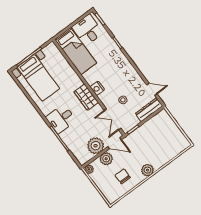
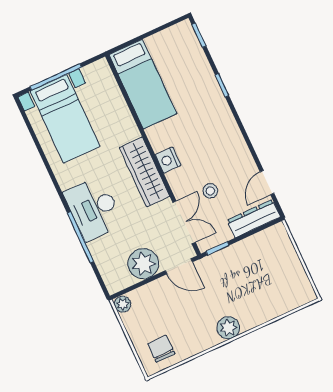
desk: (88, 30) -> (173, 50), removed
door: (152, 89) -> (267, 183), swing flipped
wardrobe: (86, 97) -> (144, 172), width x1.50
desk: (61, 119) -> (94, 209), width x1.37
double door: (113, 119) -> (184, 222), swing flipped
plant: (106, 159) -> (157, 291), removed
chair: (123, 176) -> (161, 349), moved

